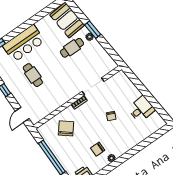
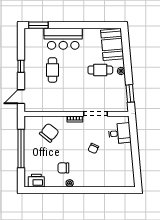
window: (93, 30) -> (130, 93), moved
desk: (141, 109) -> (120, 133), moved

